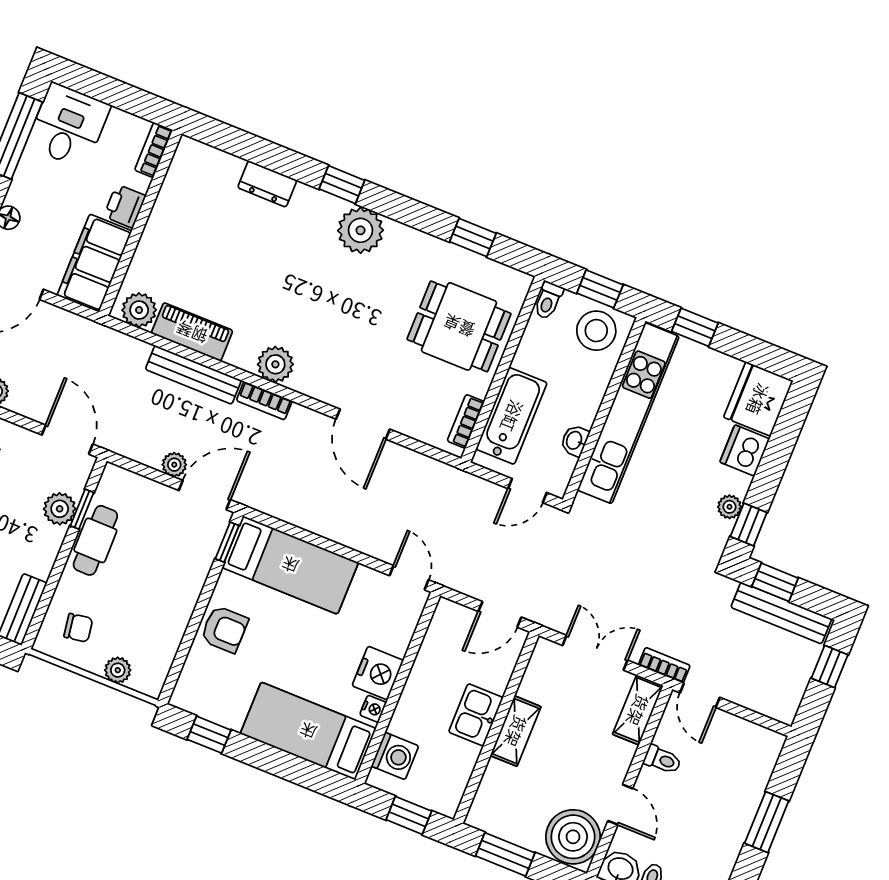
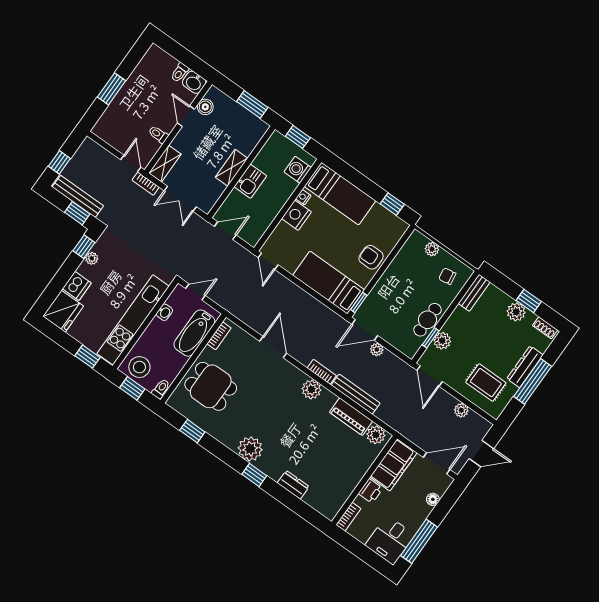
boiler: (573, 837) -> (205, 107), width x0.54, depth x0.54

